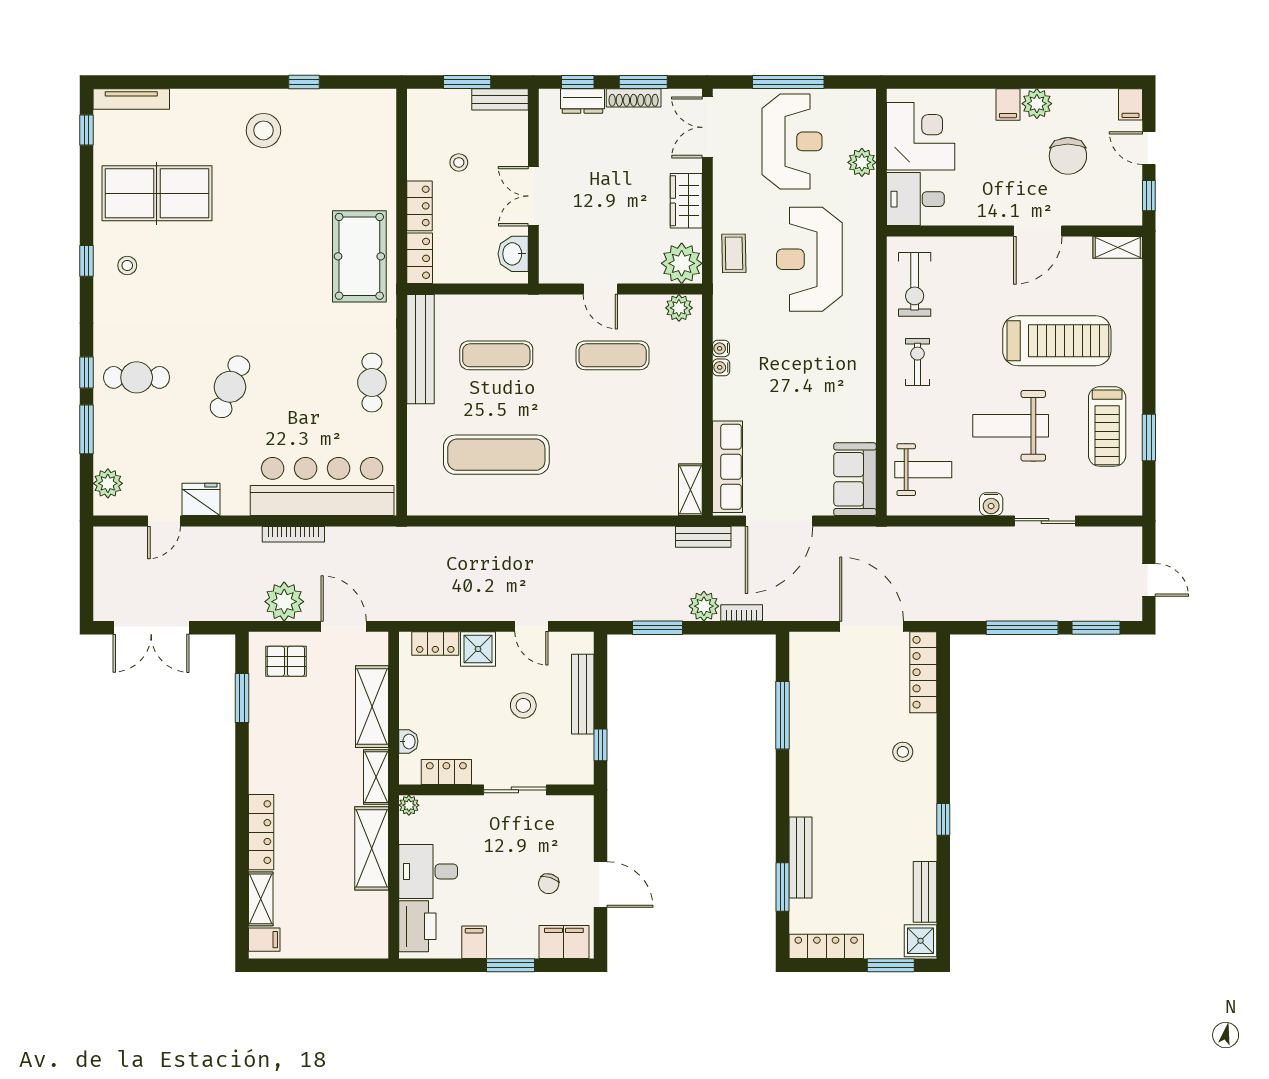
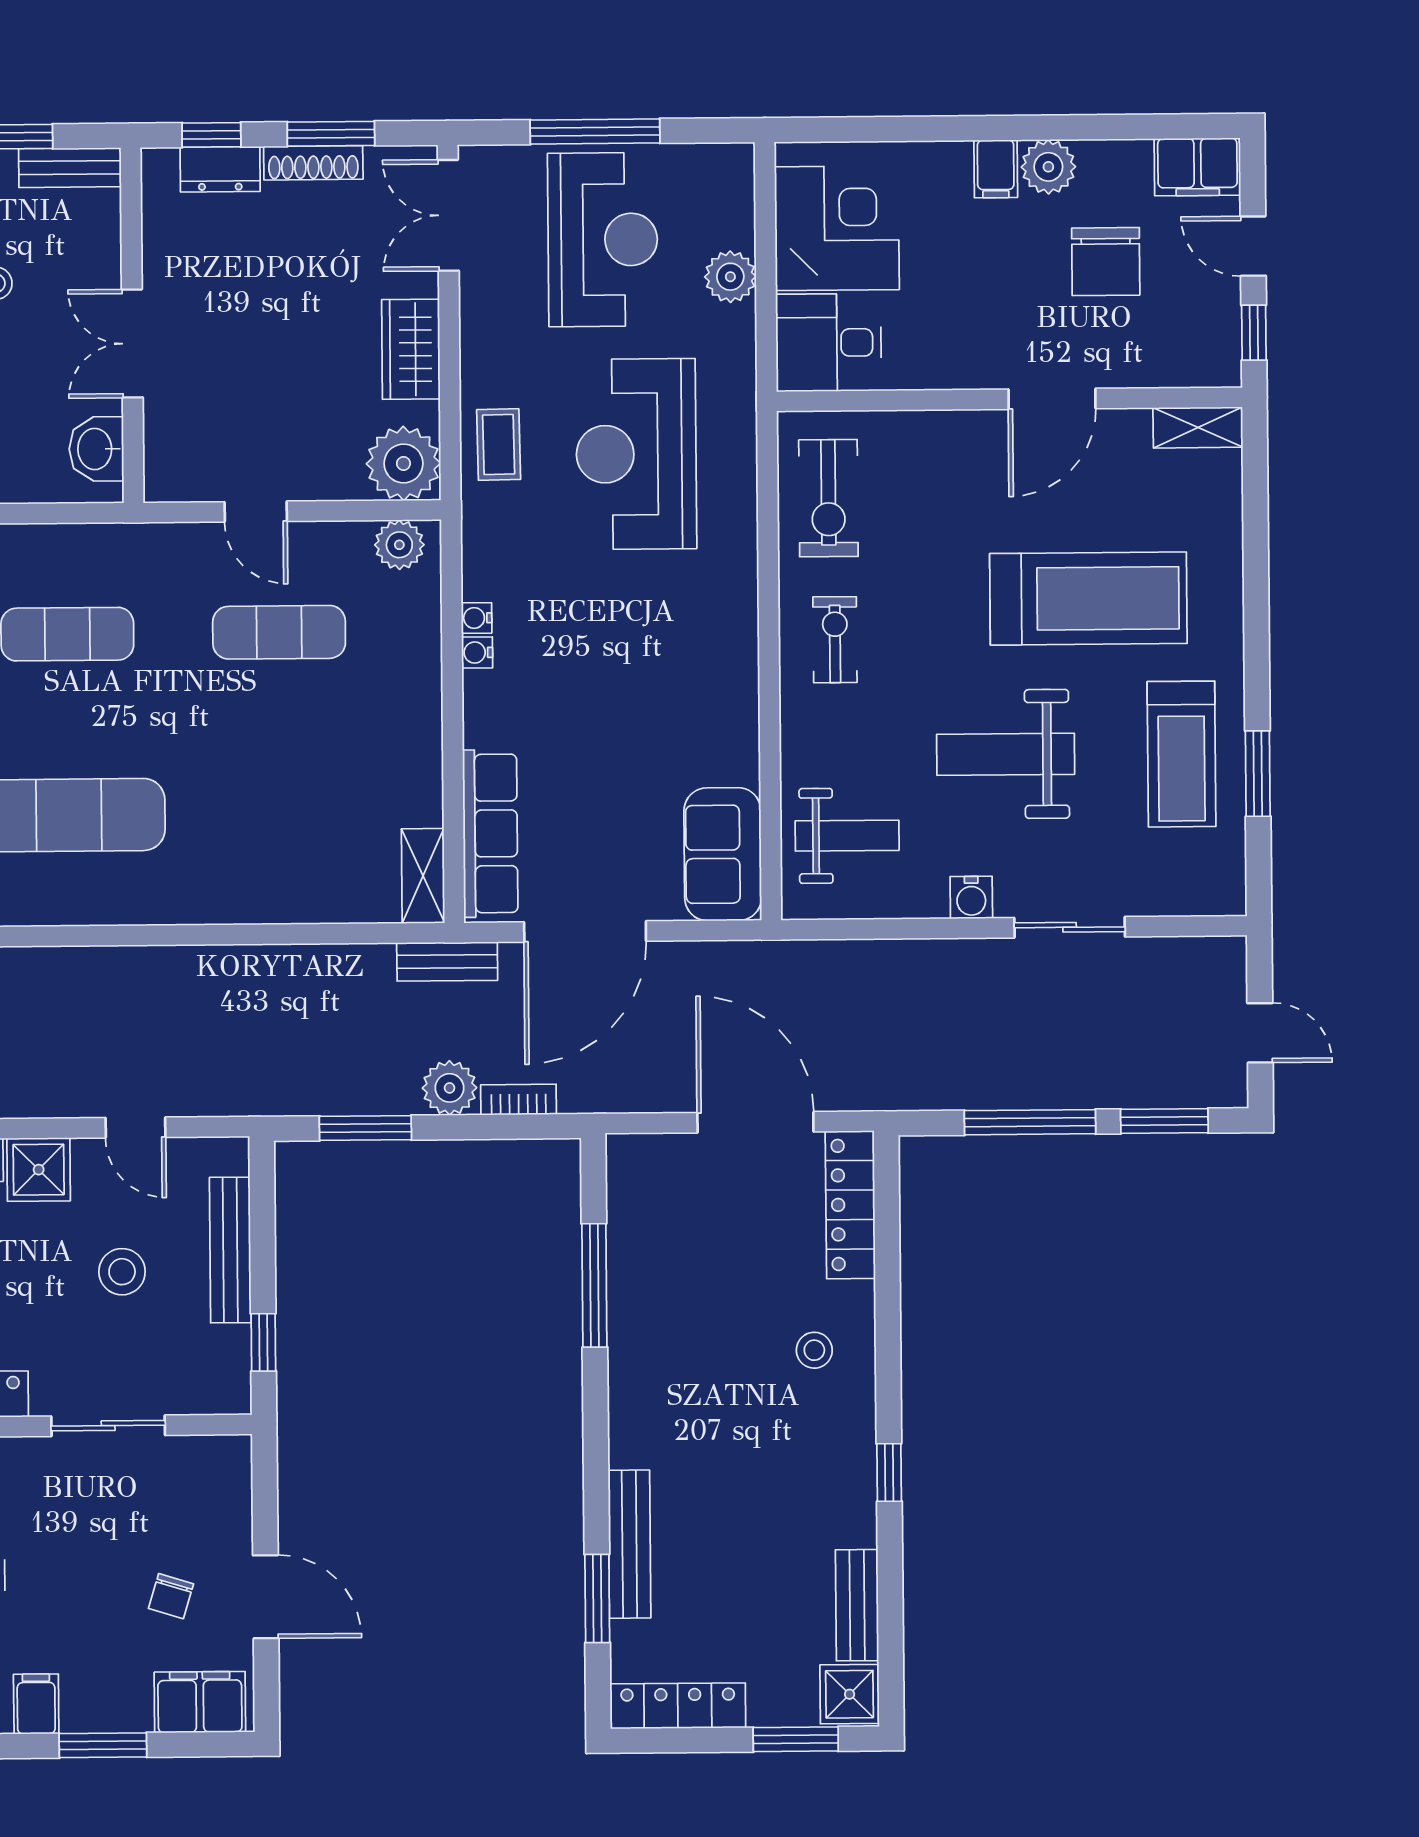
filing cabinet: (1131, 104) -> (1197, 167), width x2.00

